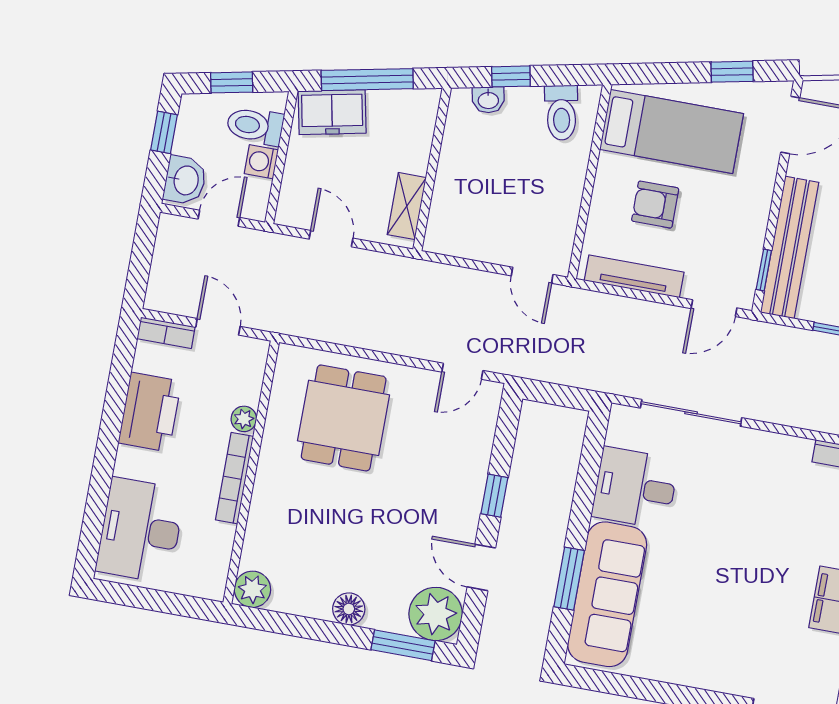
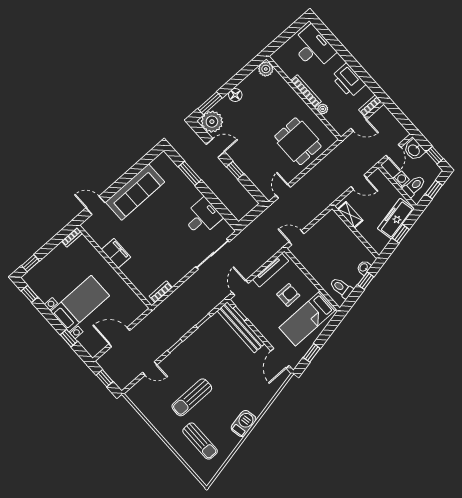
window: (367, 80) -> (401, 234), width x0.46
freezer: (332, 112) -> (396, 219), width x1.40
sofa: (607, 594) -> (135, 192), moved, turned -90

